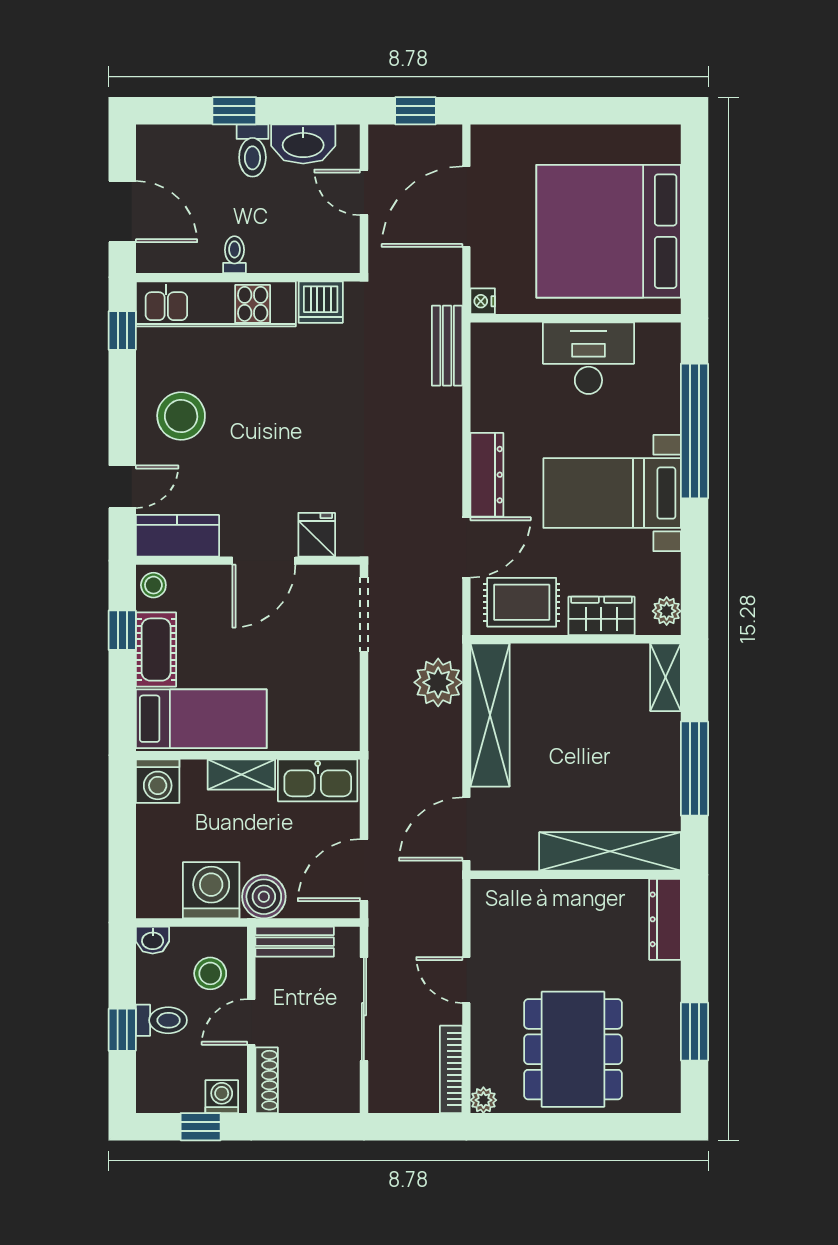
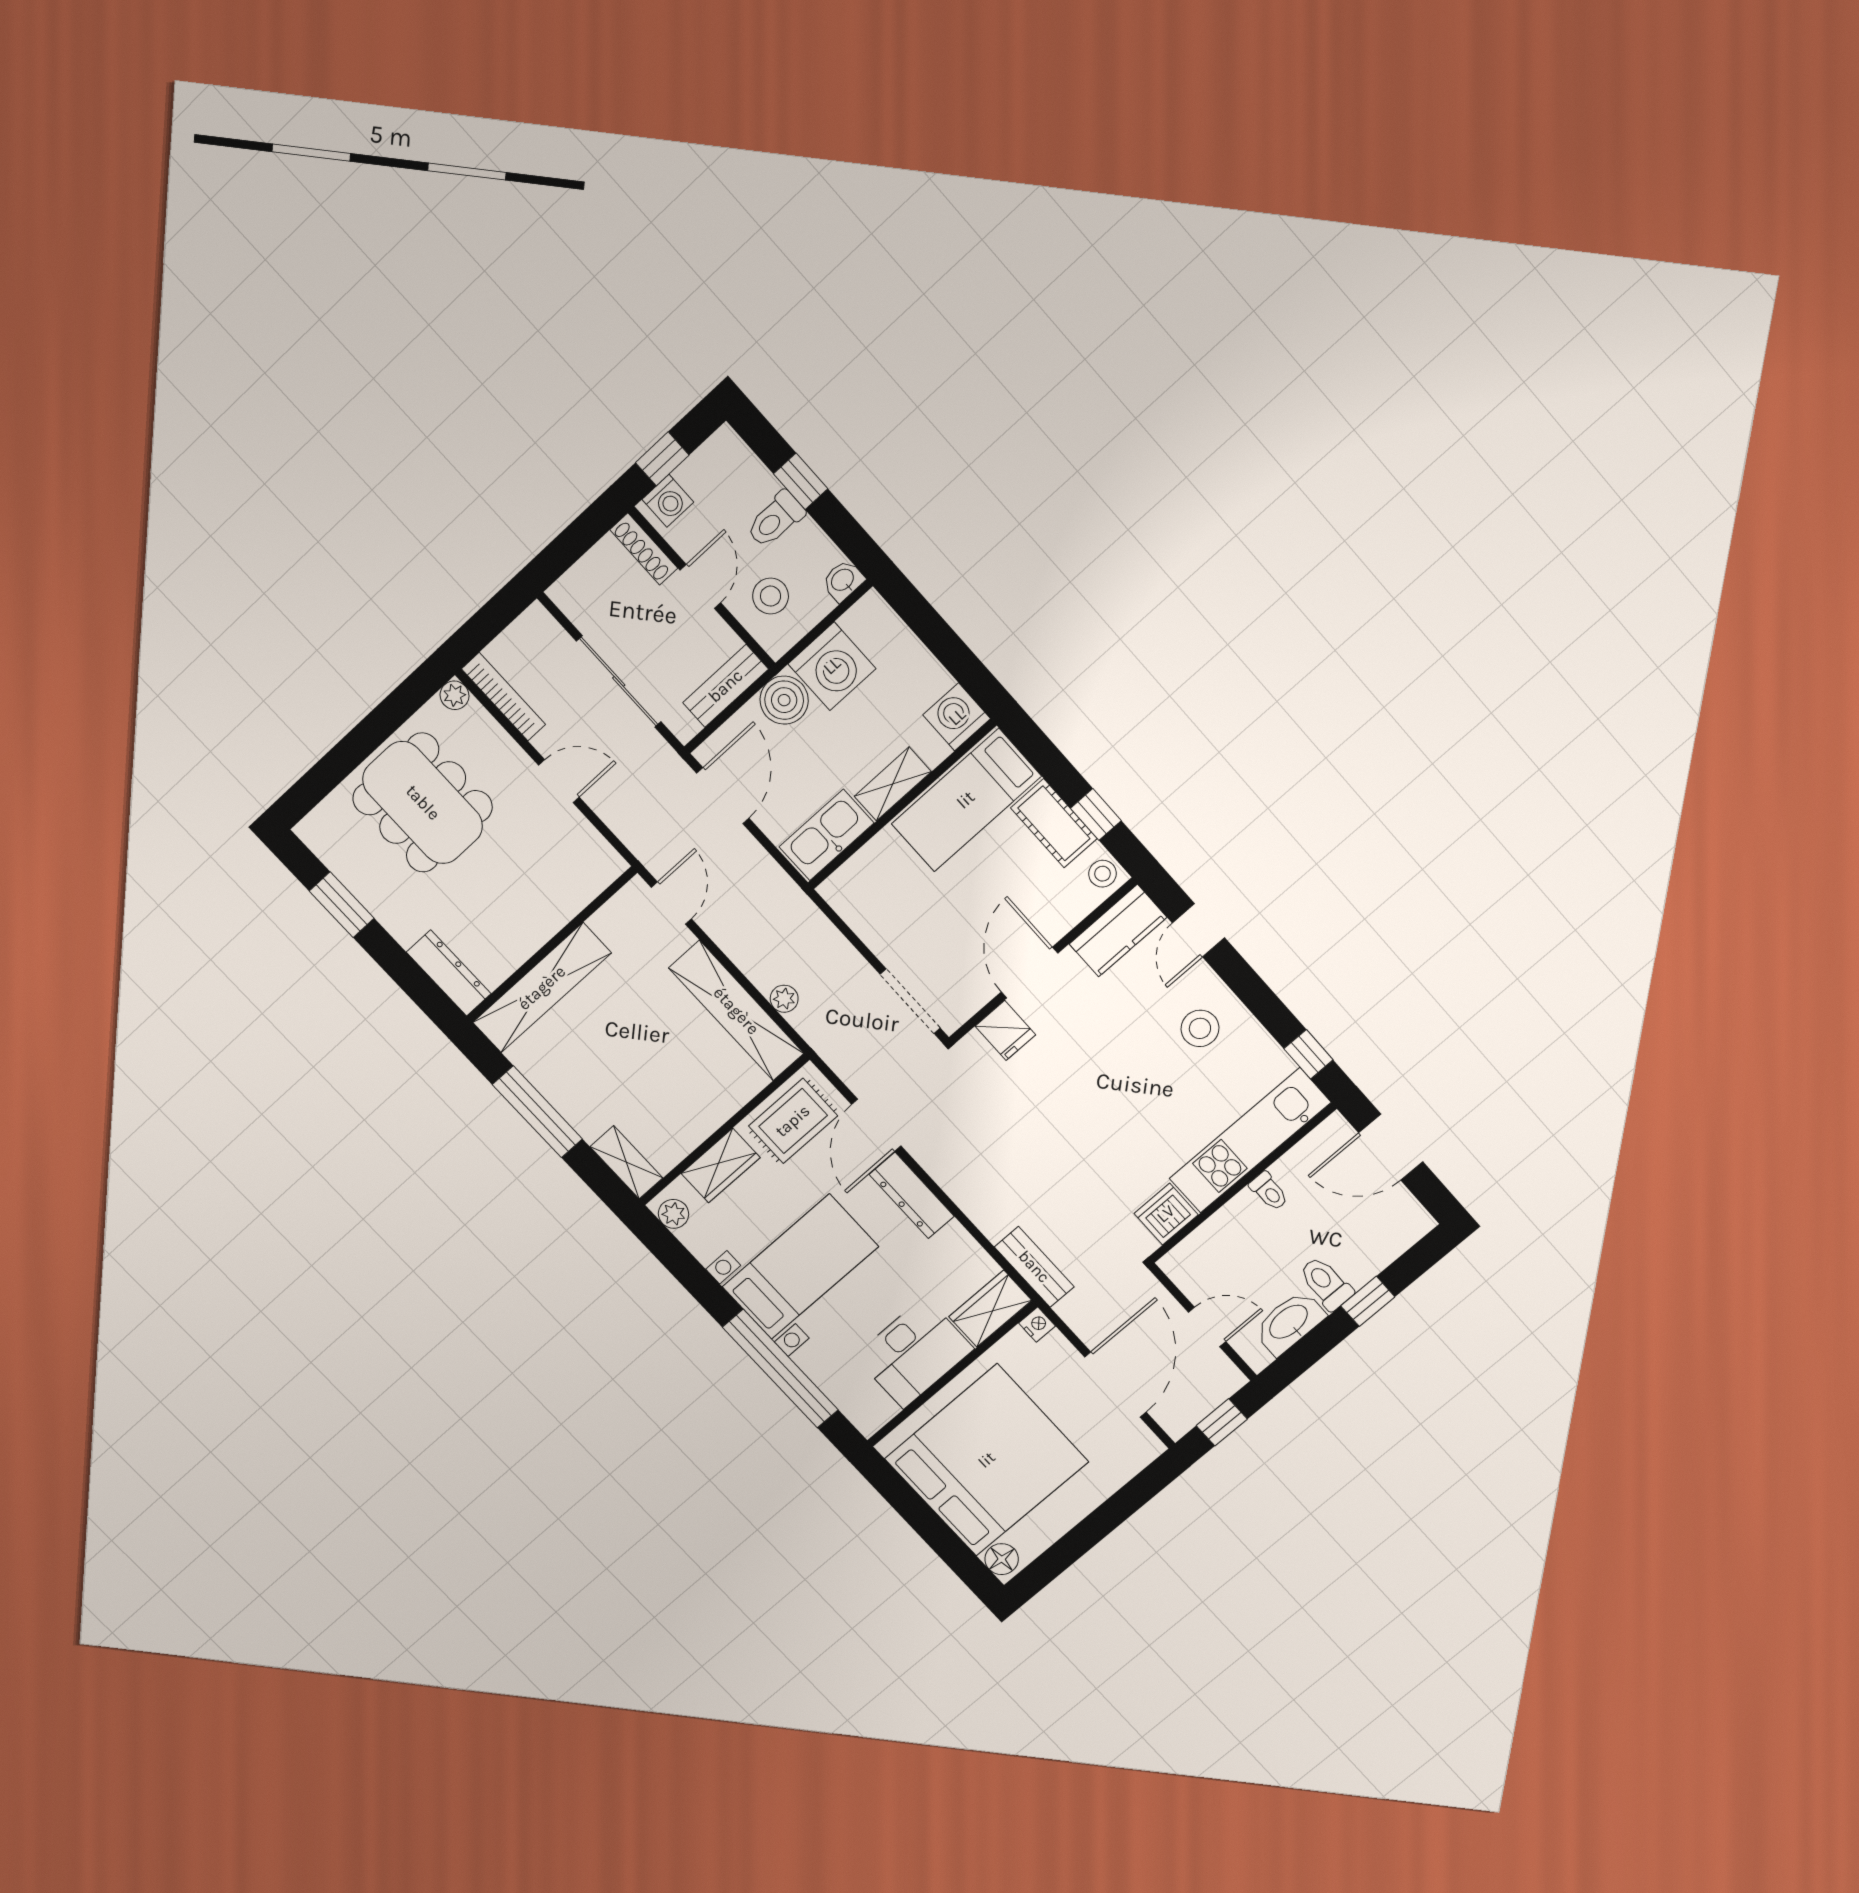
floor lamp: (665, 146) -> (1002, 1559), added
wardrobe: (505, 343) -> (990, 1309), added
stool: (181, 416) -> (1200, 1028), width x0.73, depth x0.73
plant: (438, 682) -> (784, 999), width x0.53, depth x0.53
door: (466, 829) -> (671, 903), width x0.73

